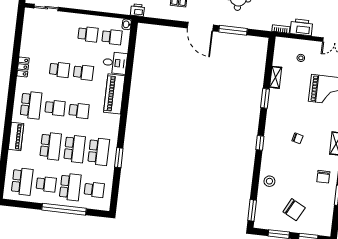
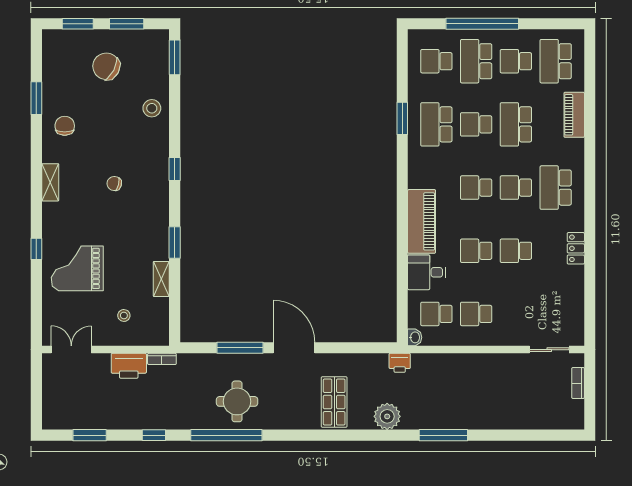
piano: (16, 136) -> (574, 115), moved
school desk: (75, 149) -> (476, 124), width x0.54

